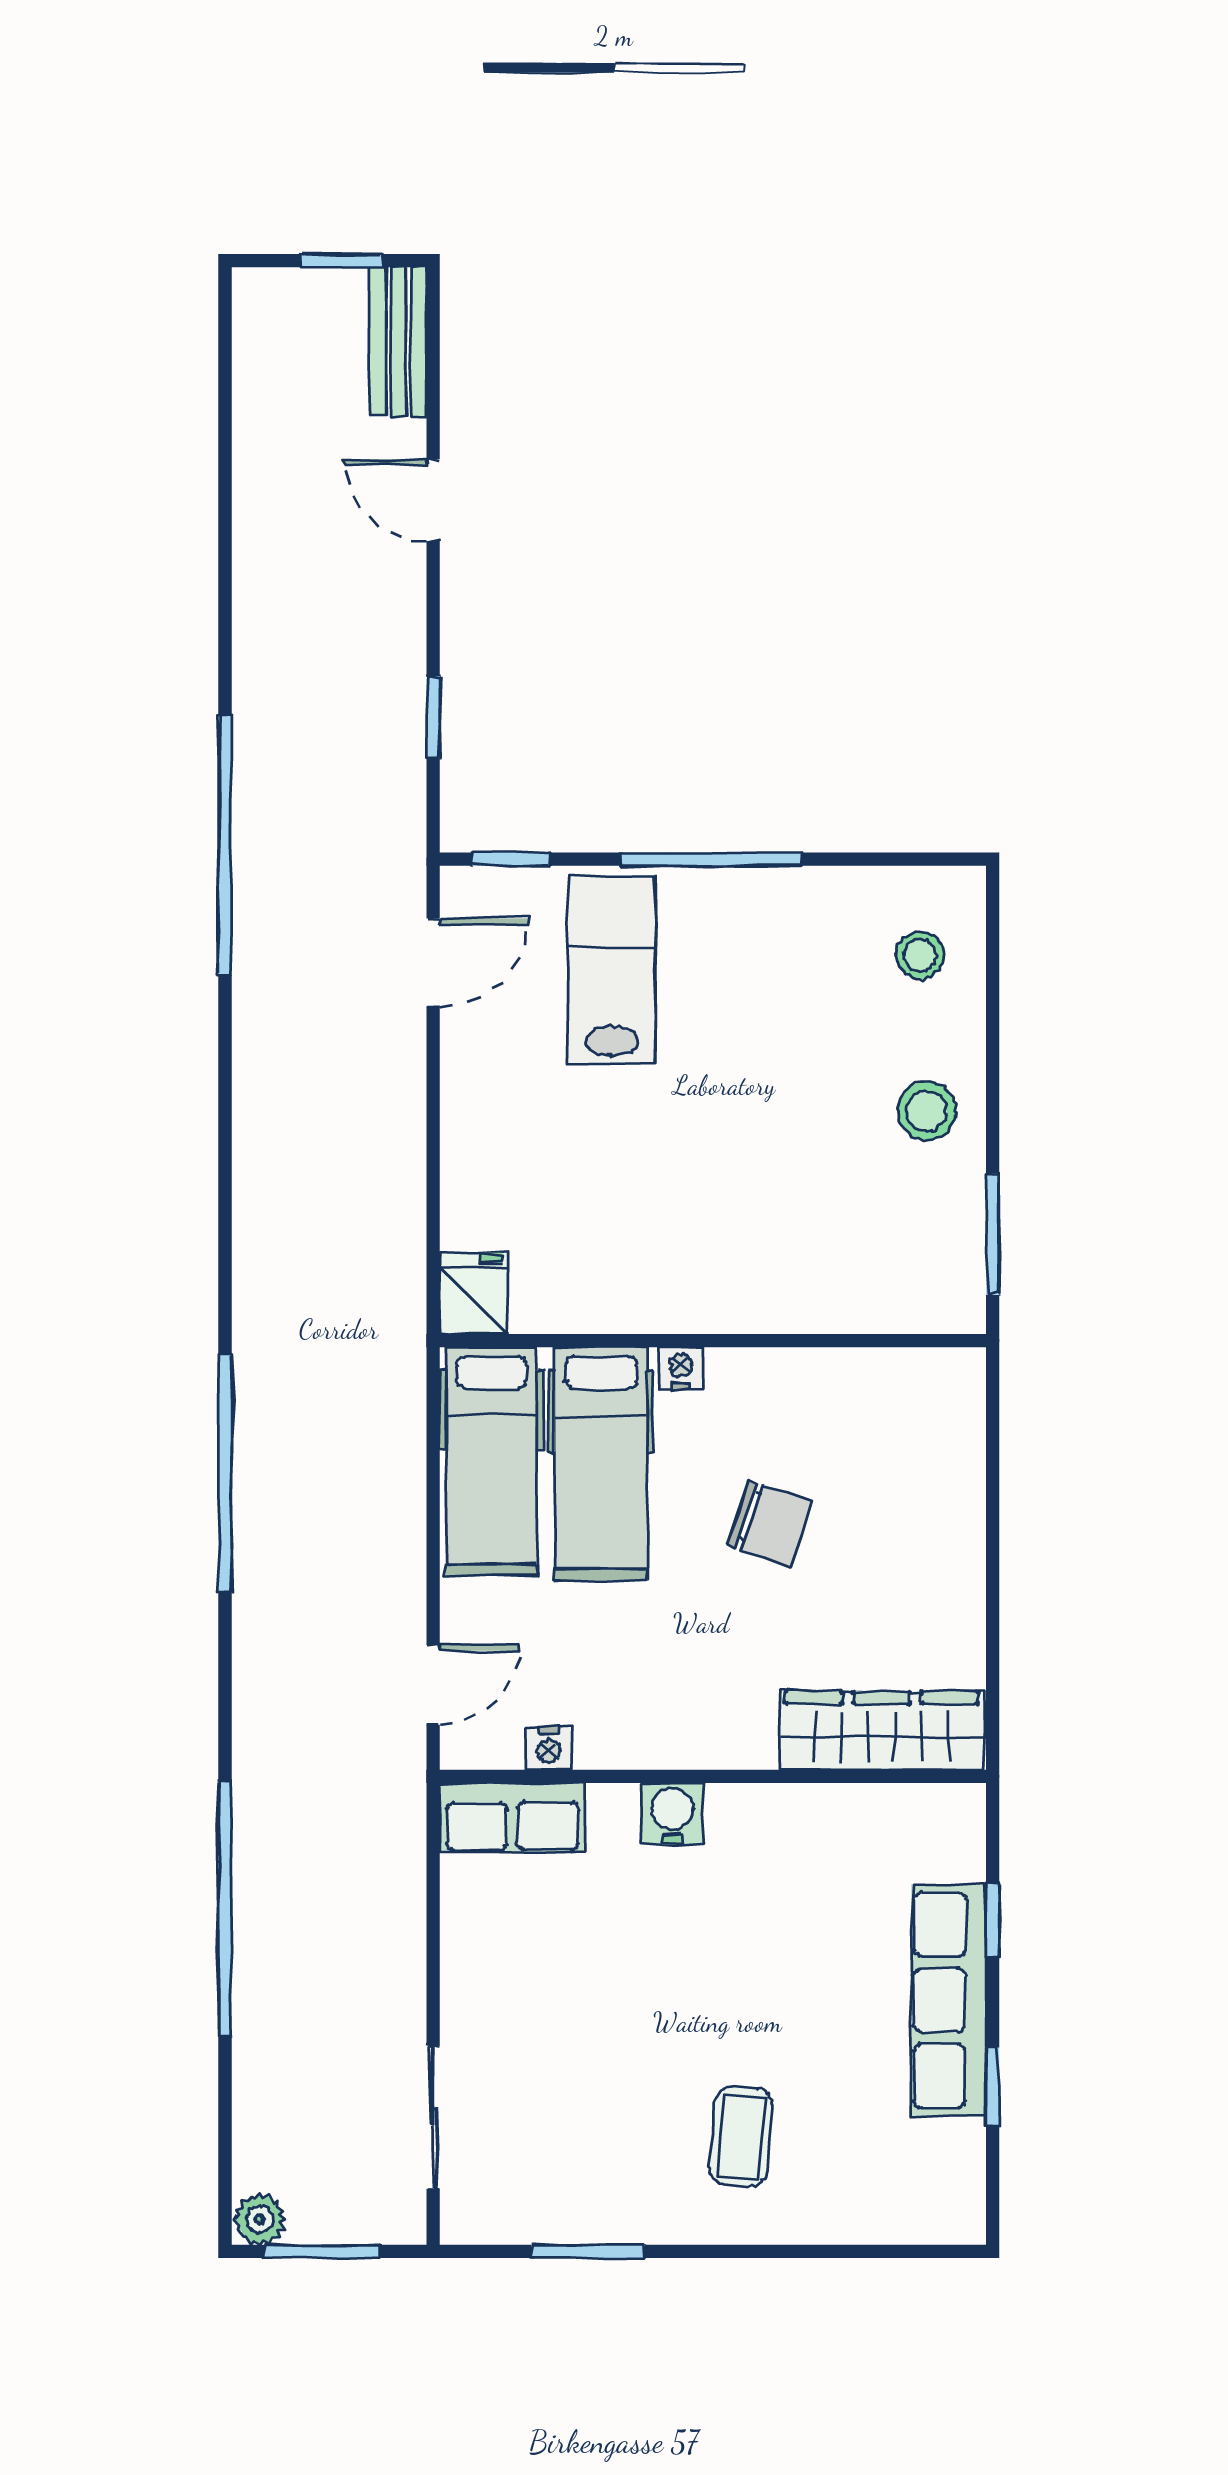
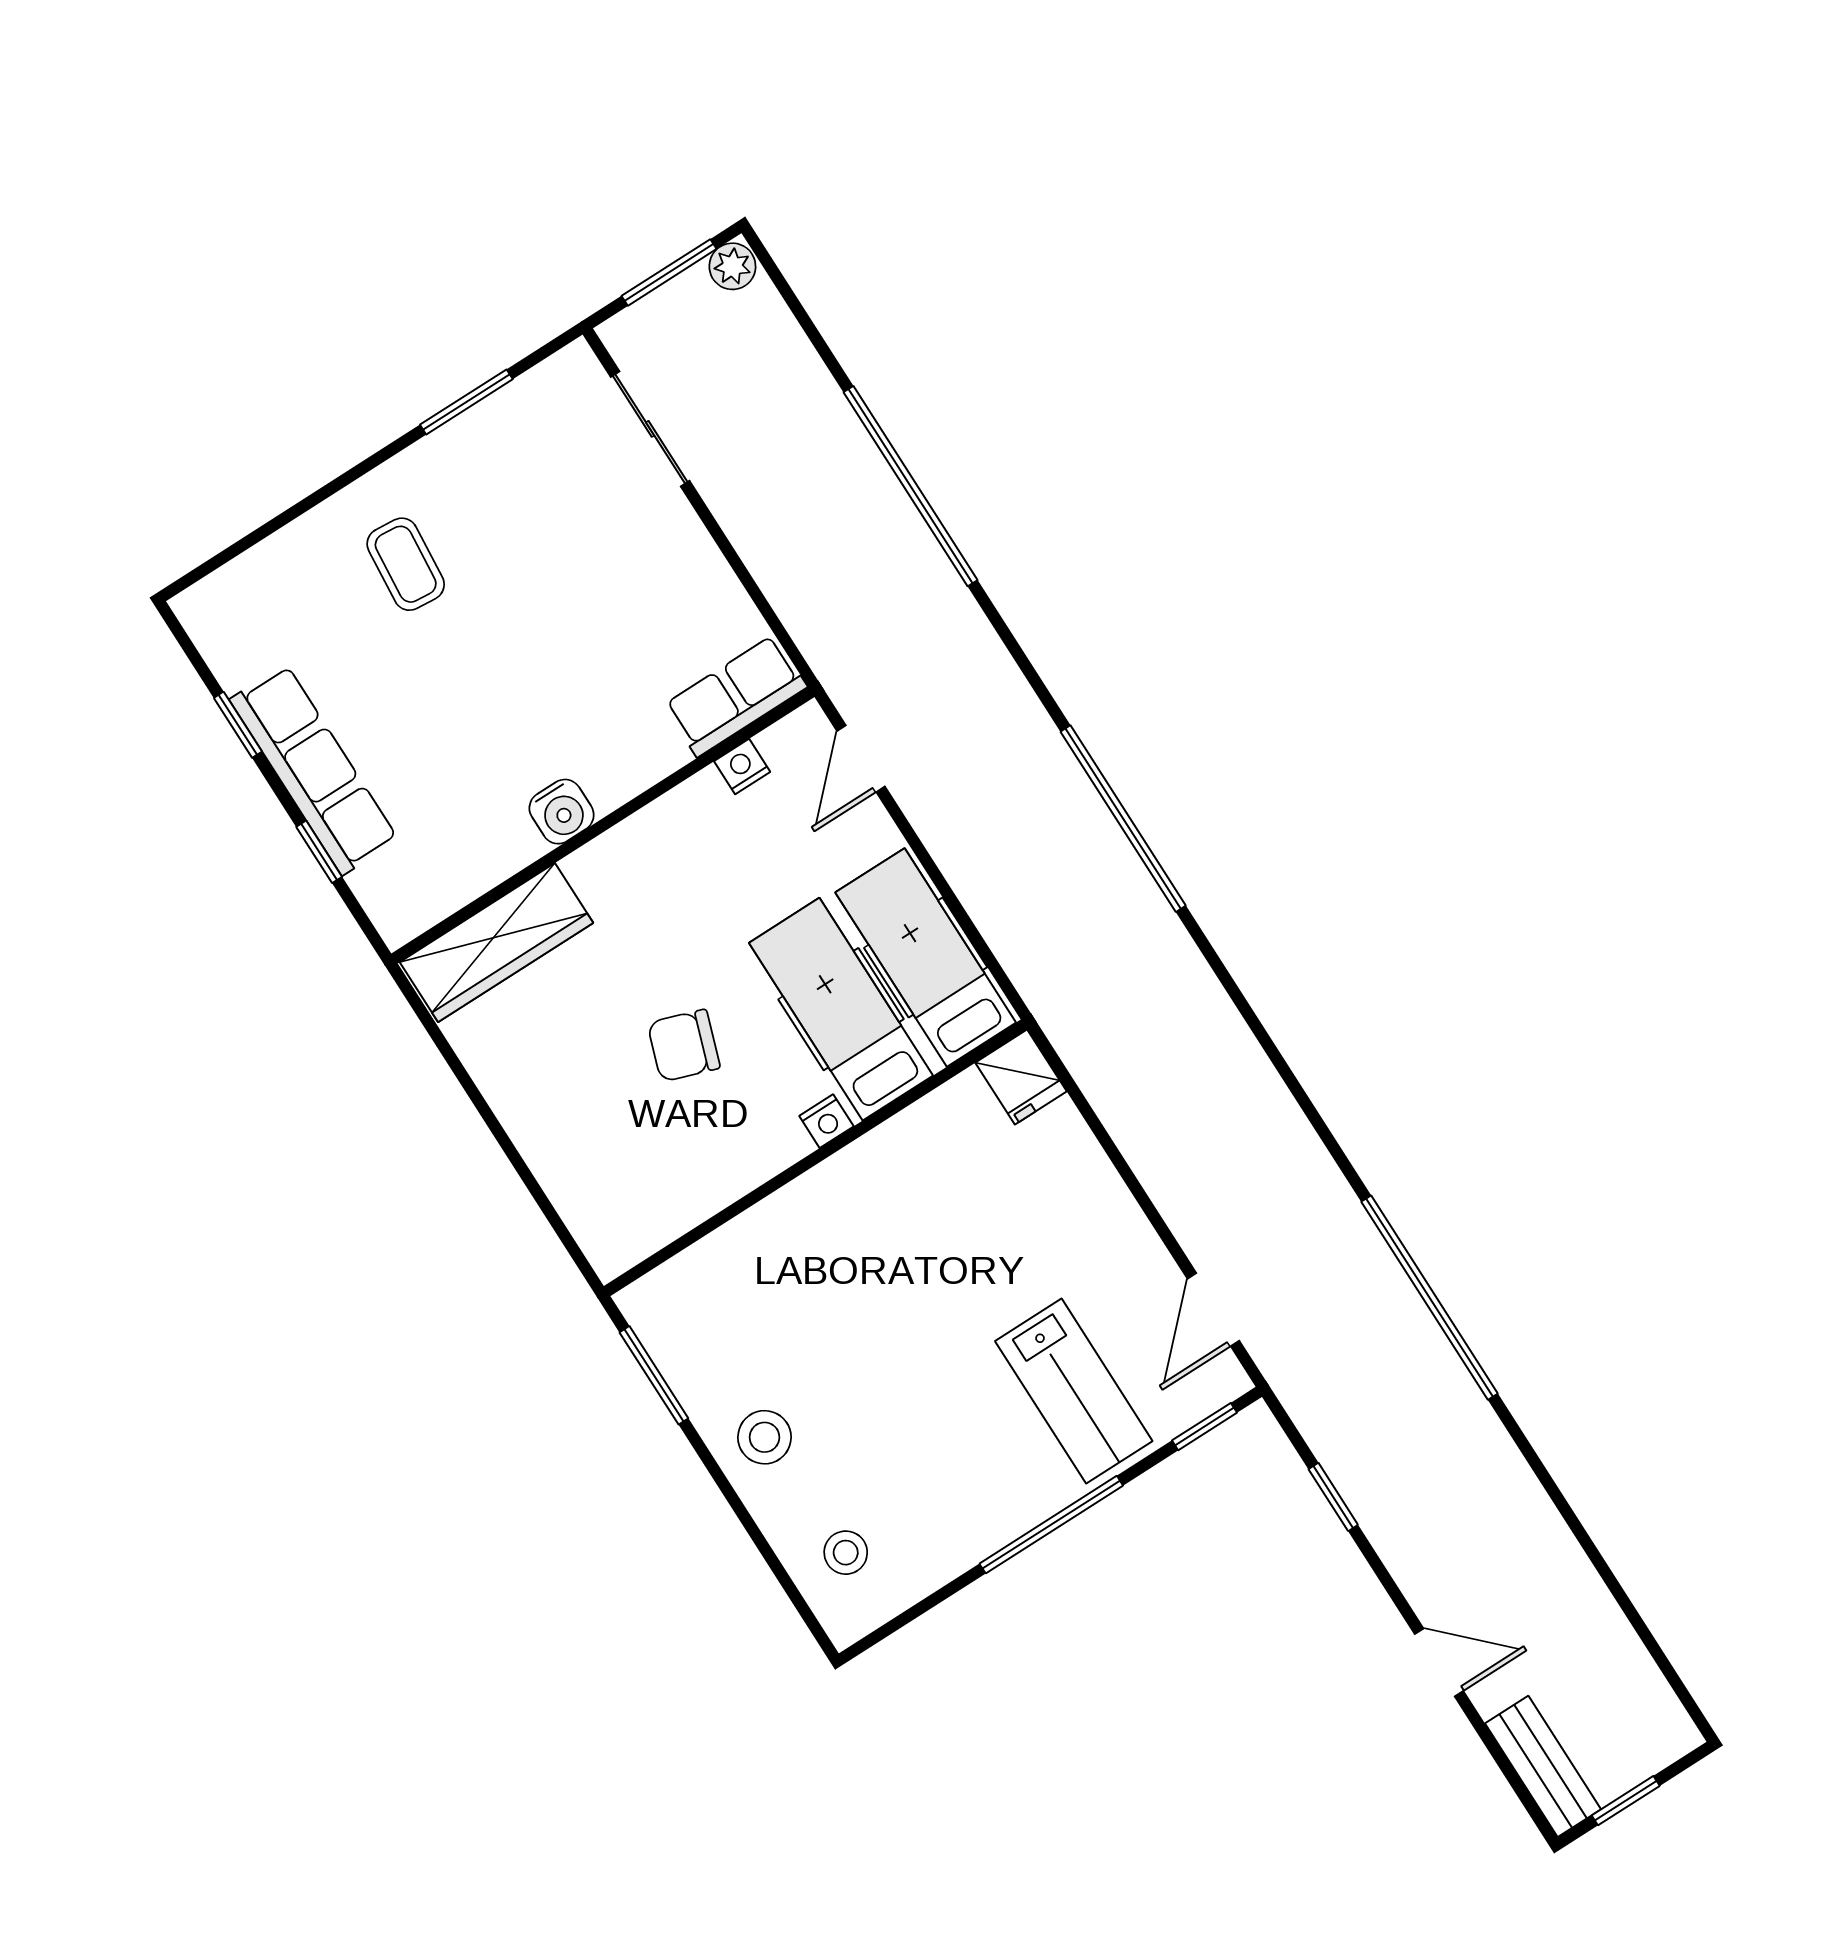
water cooler: (672, 1814) -> (562, 812), moved

